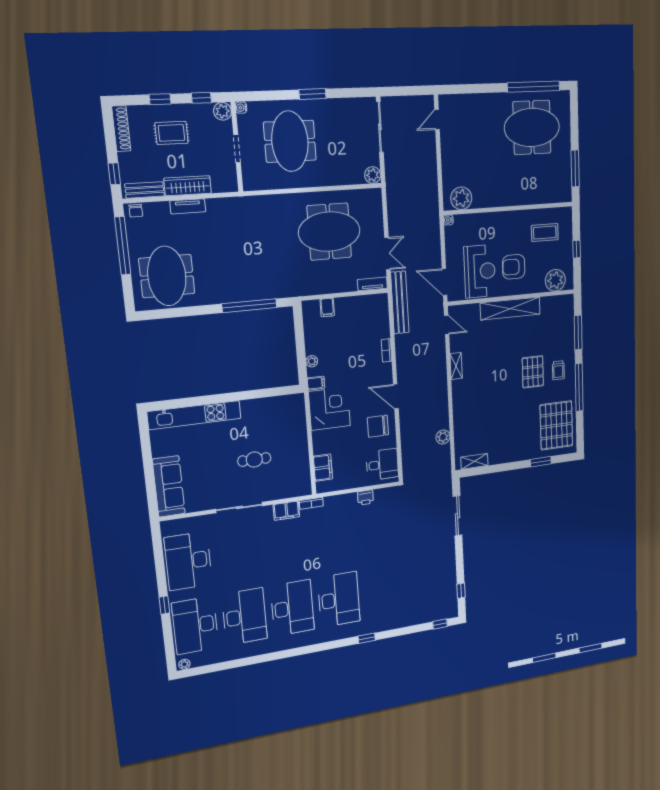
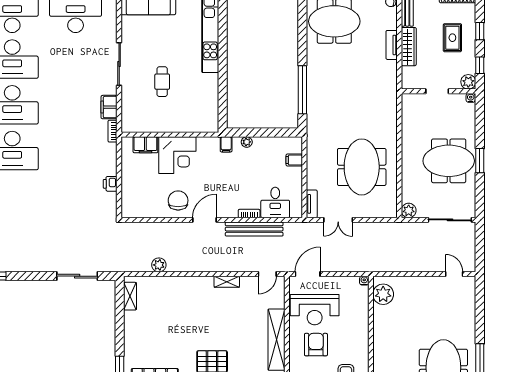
meeting table: (290, 141) -> (449, 161), moved
bench: (400, 303) -> (254, 229), moved
corner desk: (329, 409) -> (177, 155), moved
desk: (382, 464) -> (275, 202), moved

